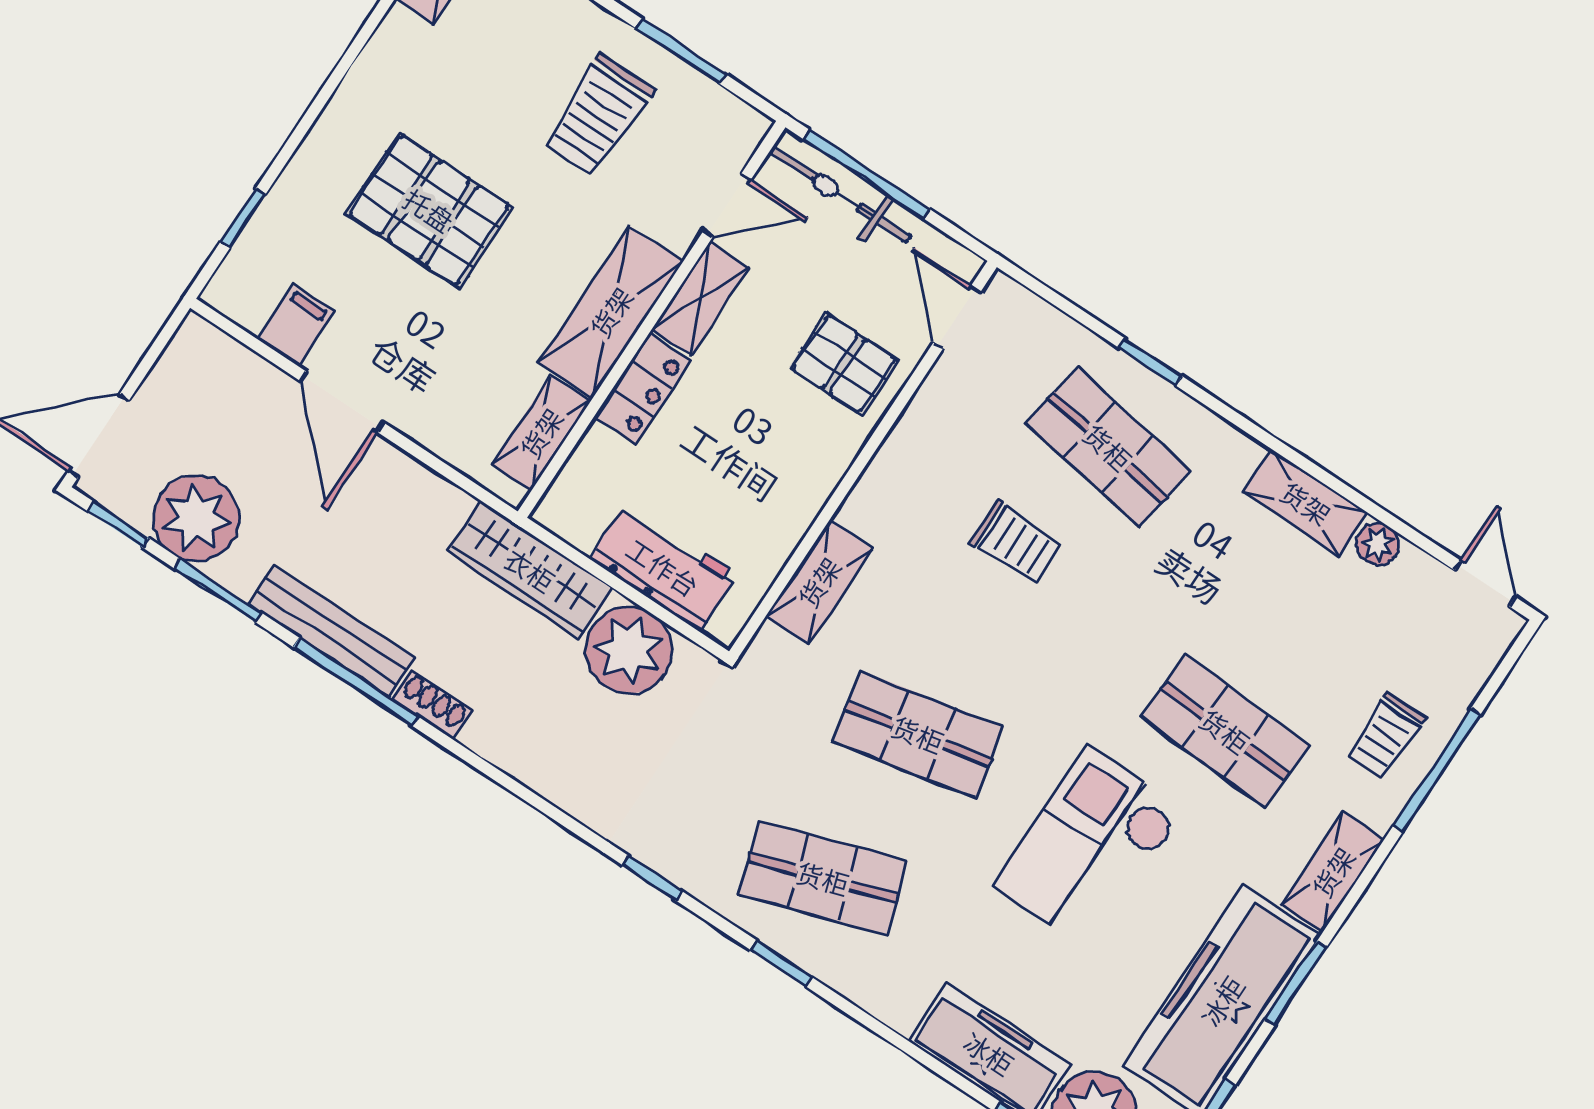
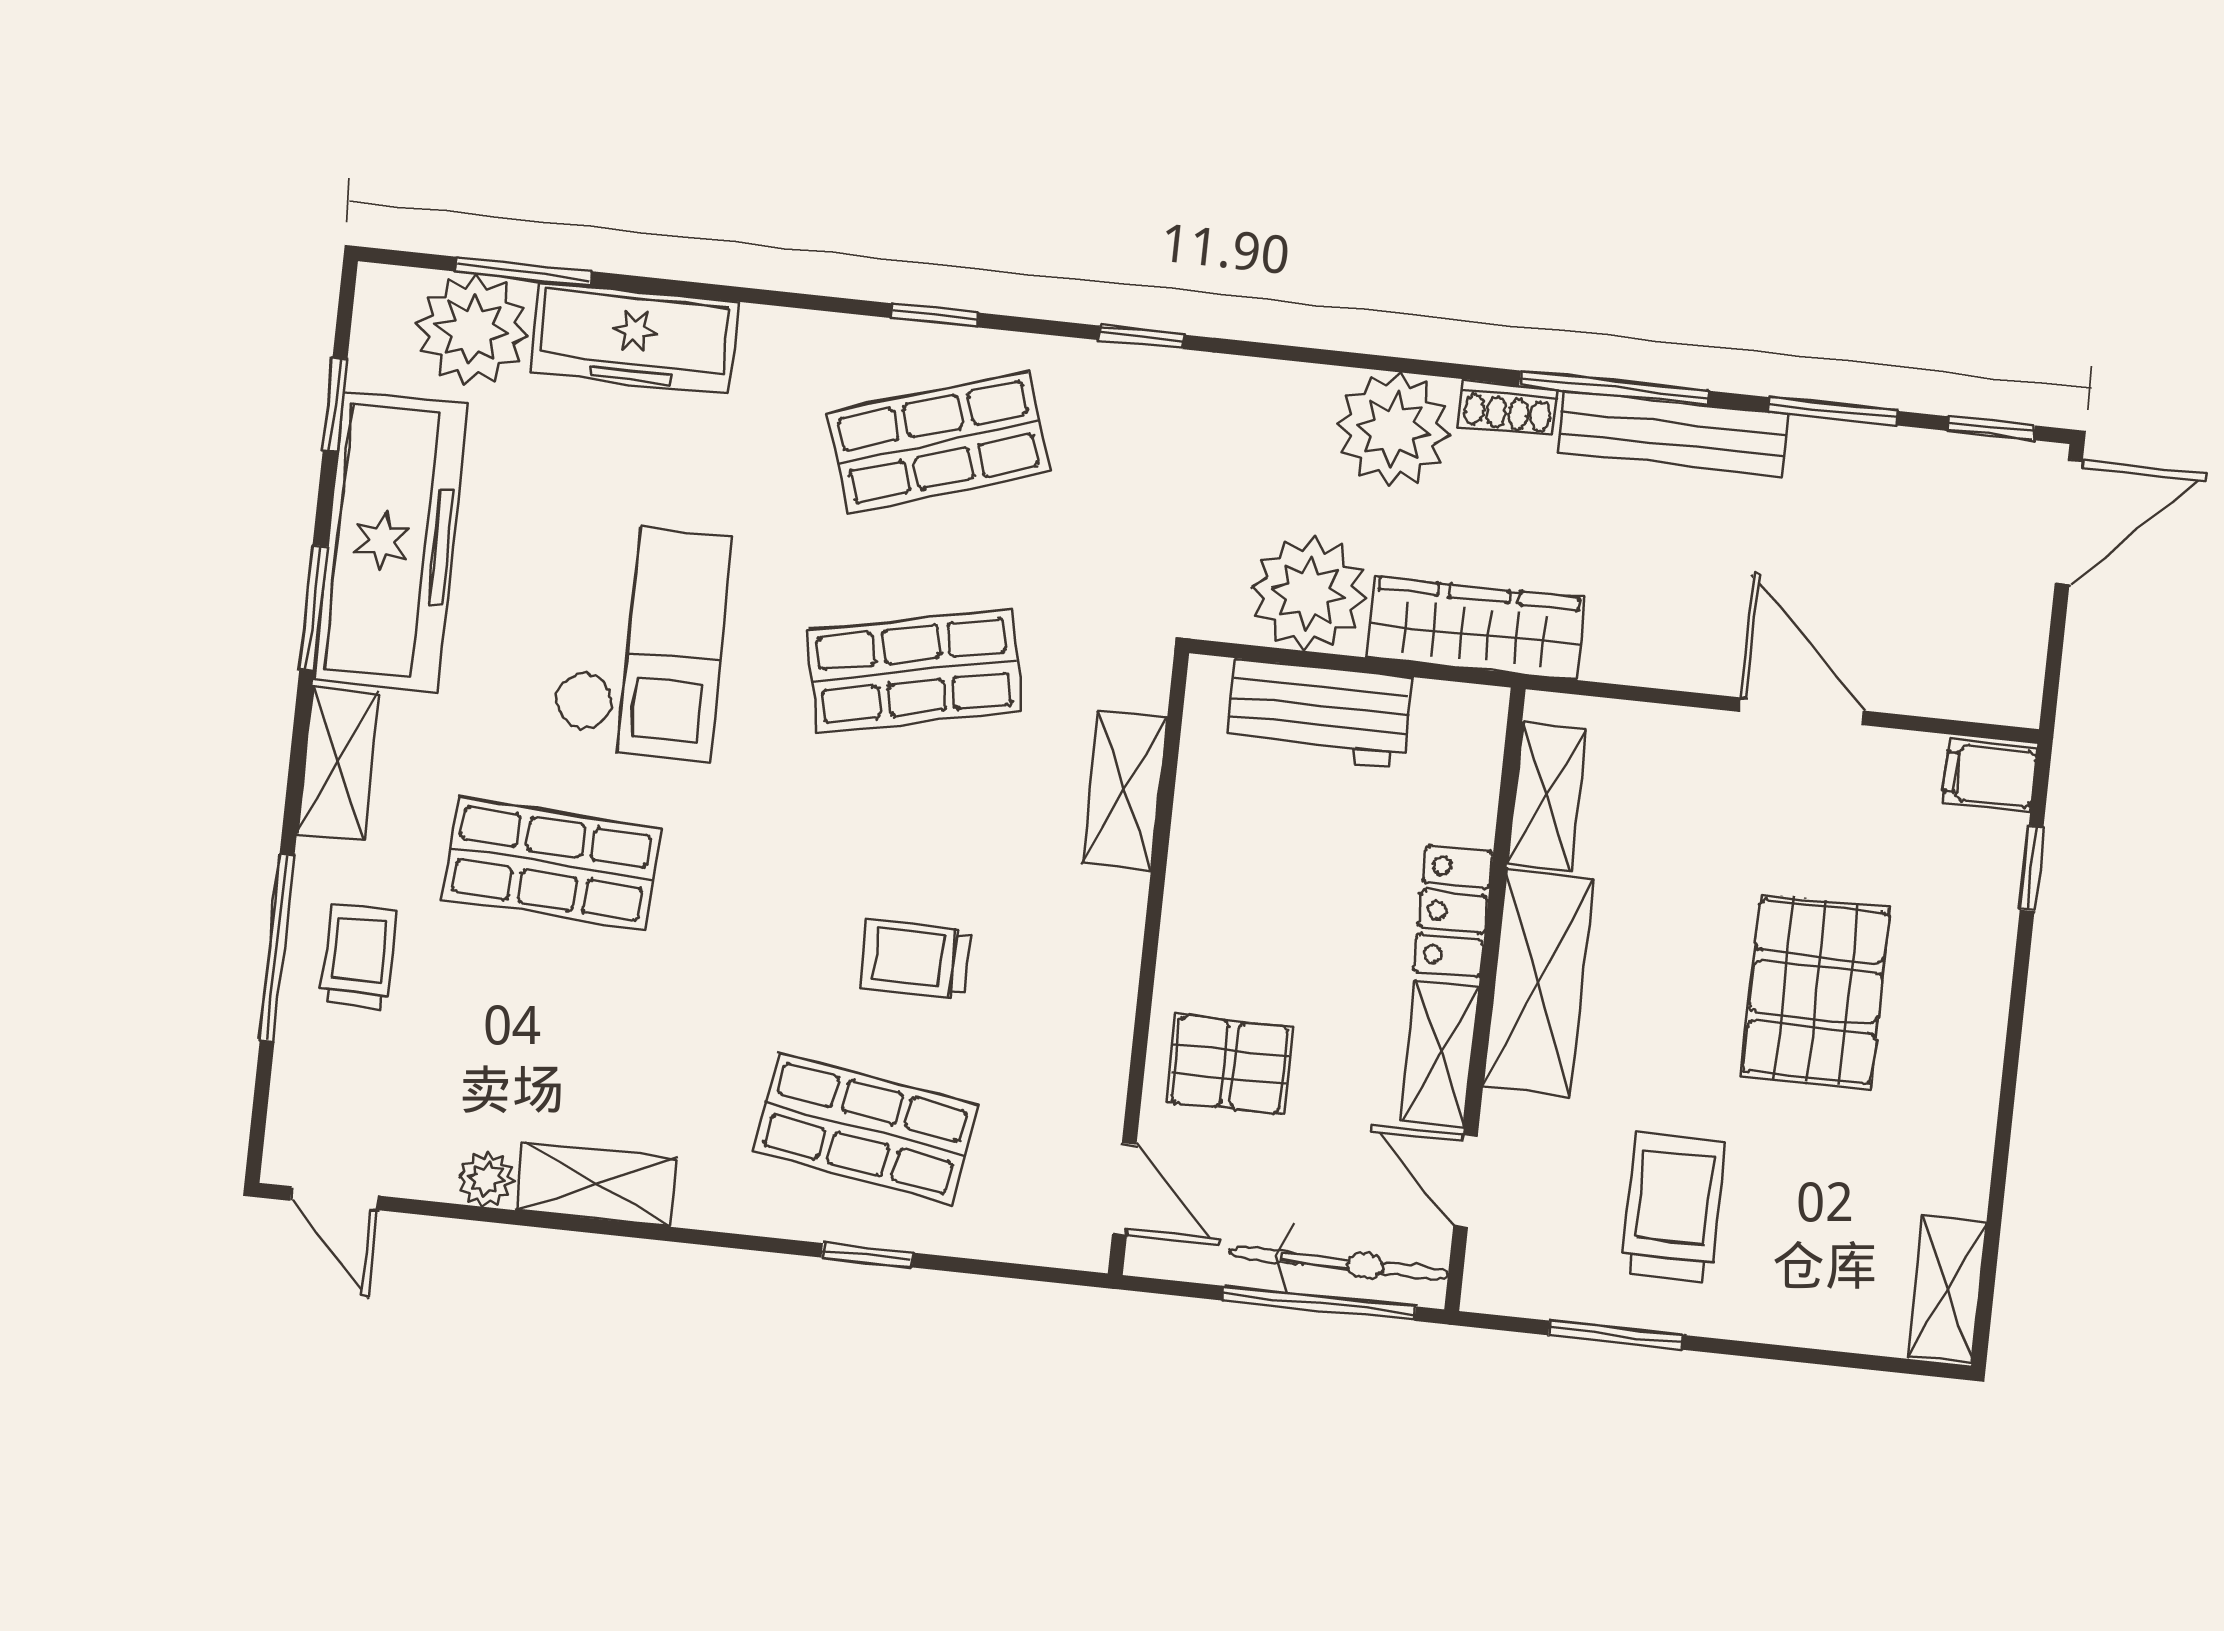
door: (727, 205) -> (1466, 1181), hinge flipped
pallet: (429, 210) -> (1816, 992), turned 90
filing cabinet: (296, 325) -> (1990, 776), moved, turned 90
plant: (196, 518) -> (1394, 430), moved

